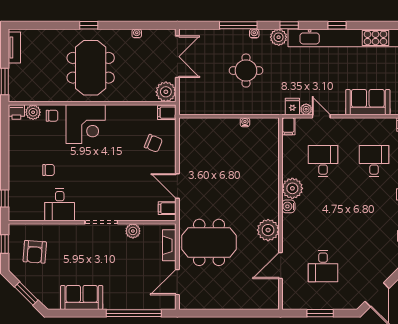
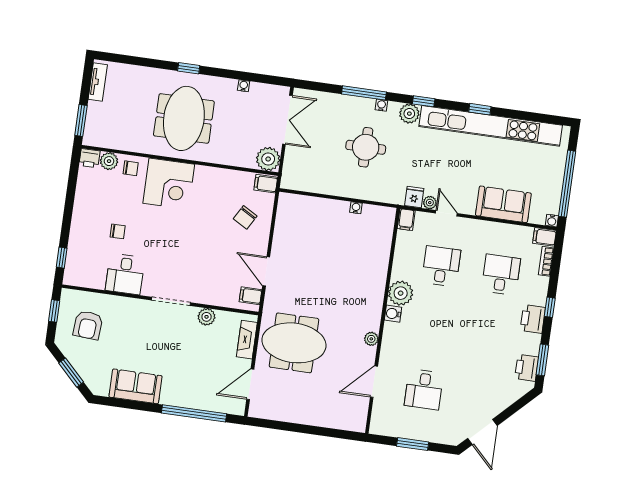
chair: (153, 143) -> (245, 217), turned 98
plant: (268, 230) -> (371, 339), width x0.53, depth x0.53

